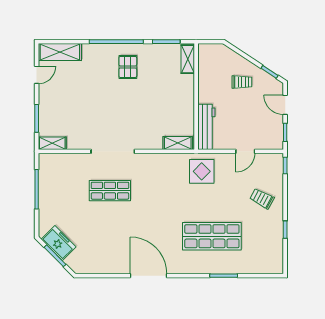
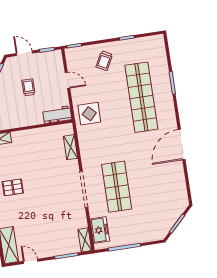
trolley: (242, 82) -> (28, 87), moved
door: (285, 105) -> (24, 53), swing flipped
workbench: (206, 127) -> (57, 115), width x0.73
shelving: (178, 143) -> (71, 147), moved
shop shelf: (110, 191) -> (117, 187), width x1.43, depth x1.36
shop shelf: (212, 236) -> (141, 97), width x1.40
freezer: (59, 243) -> (100, 230), moved, turned 135

